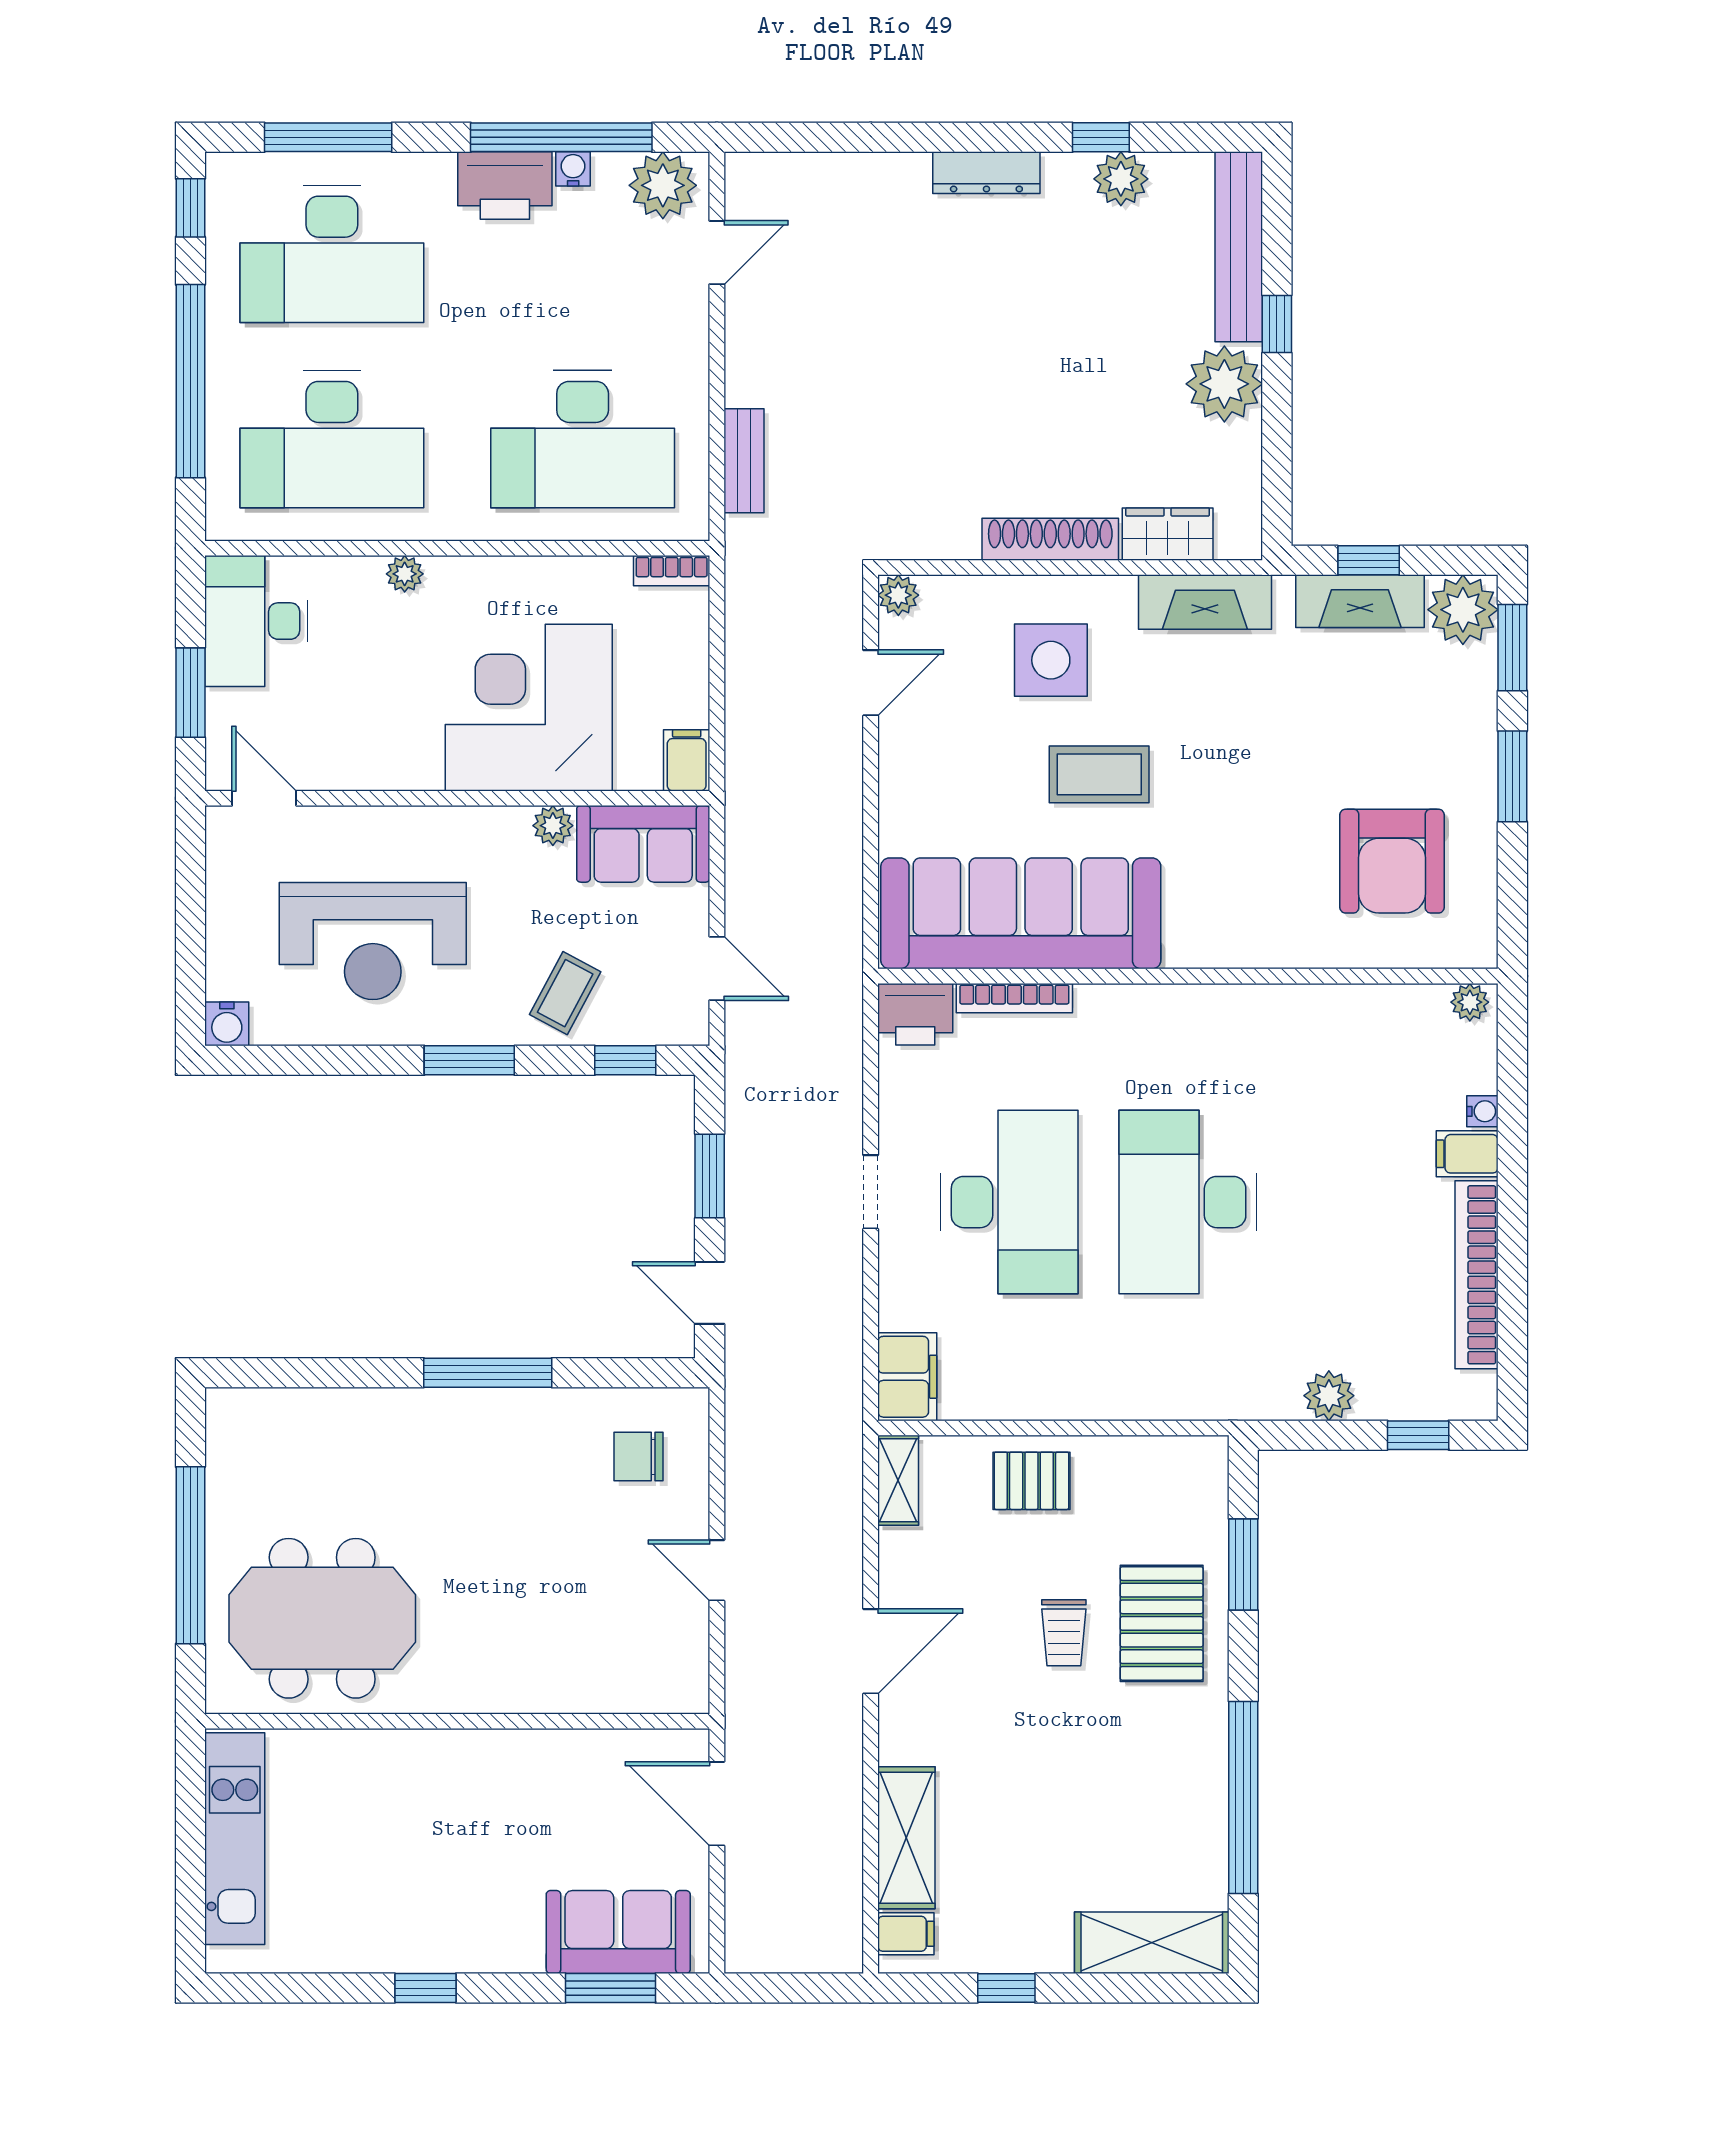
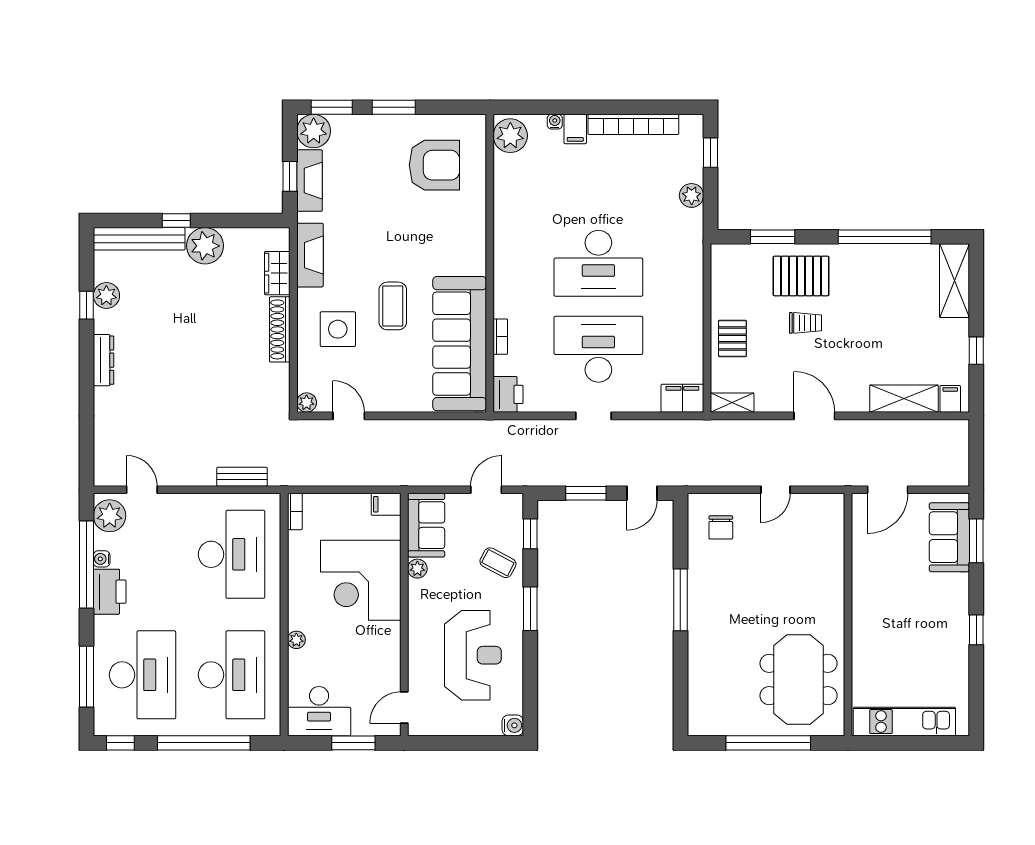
bookcase: (1014, 998) -> (500, 337), width x0.64
plant: (1470, 1002) -> (510, 136), width x1.88, depth x1.88

